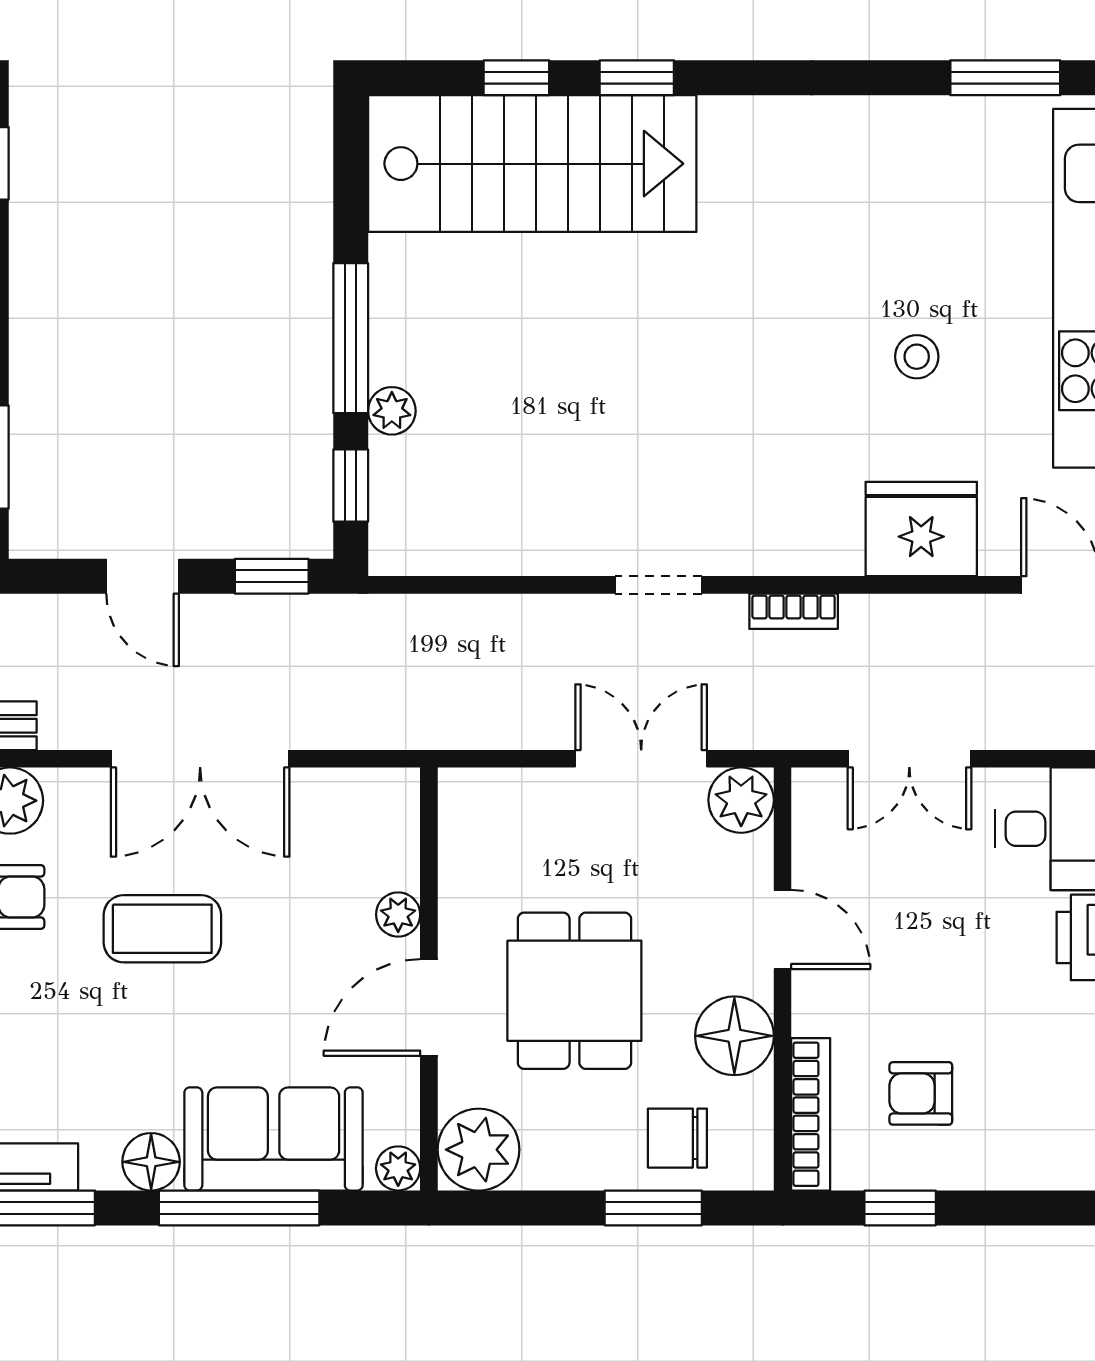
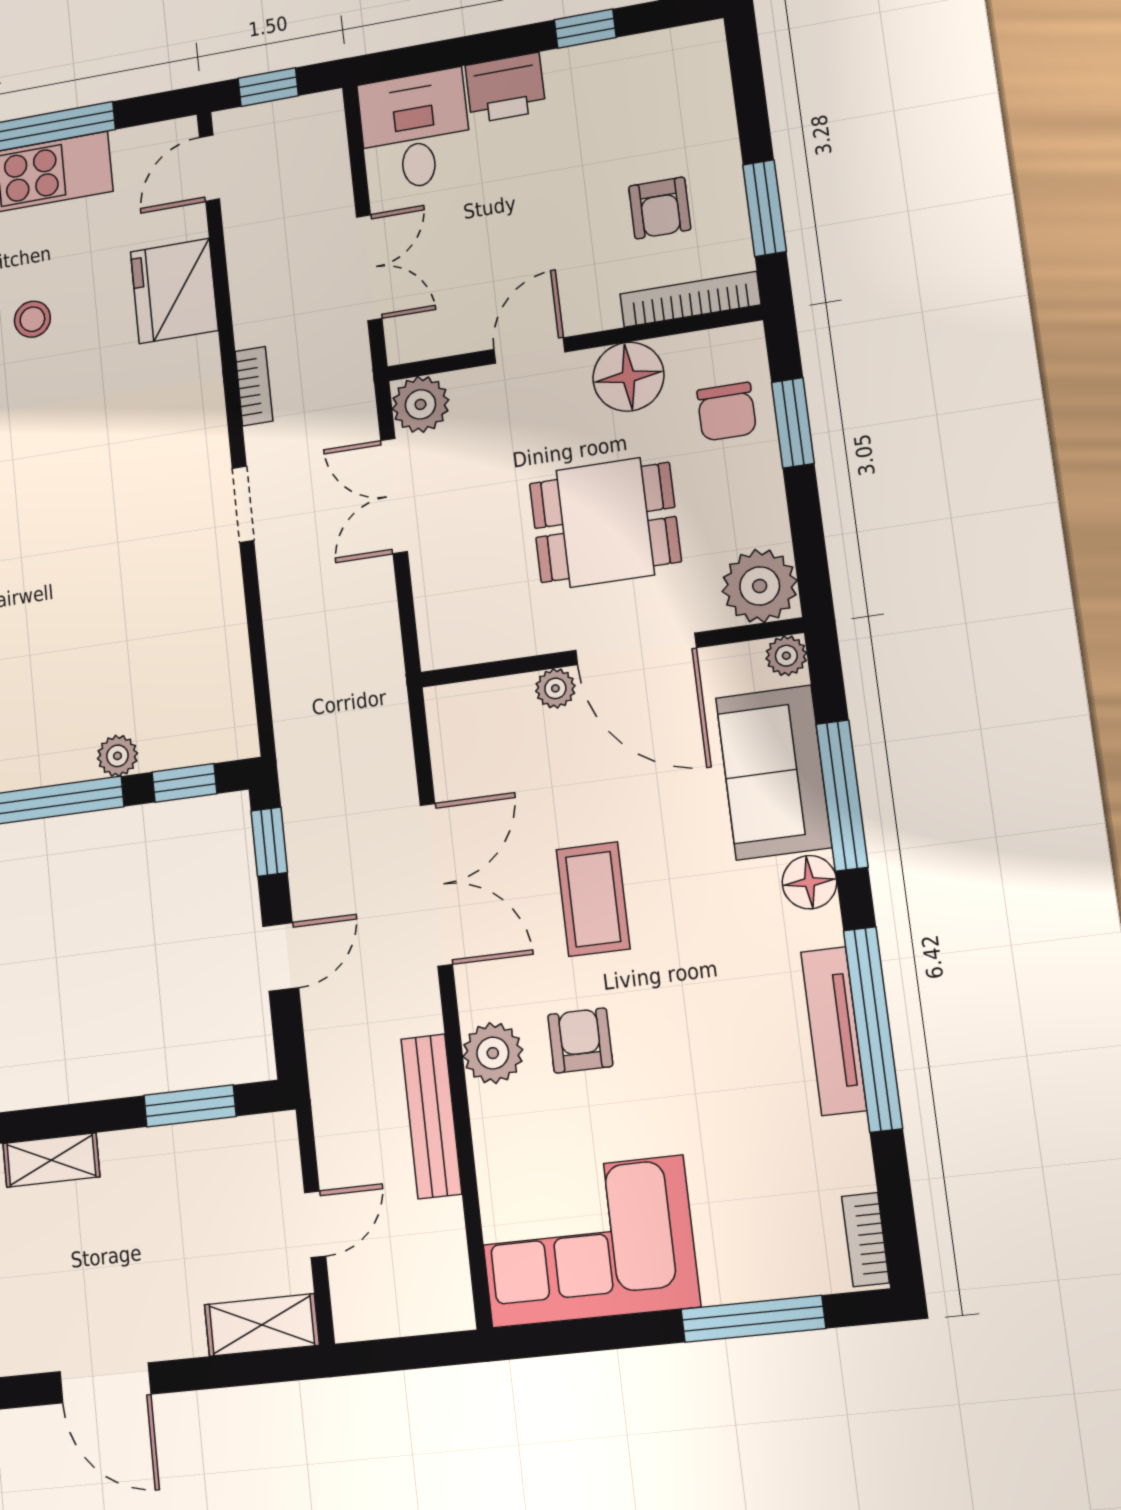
door: (429, 1008) -> (636, 649), width x1.36
window: (900, 1208) -> (764, 208), width x1.50

